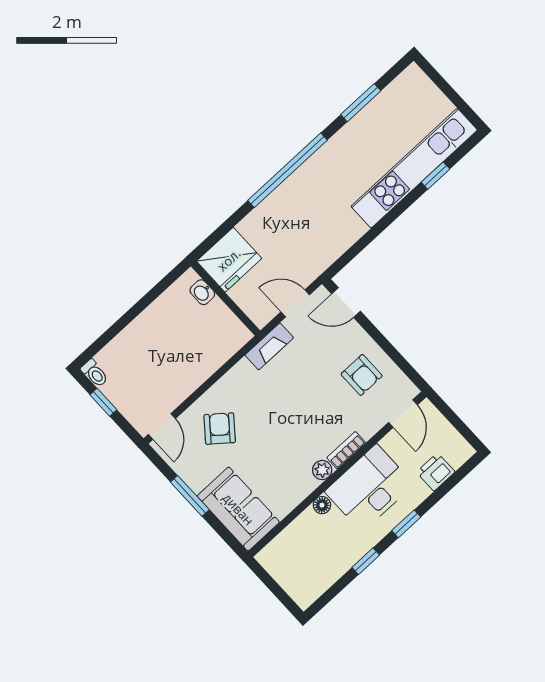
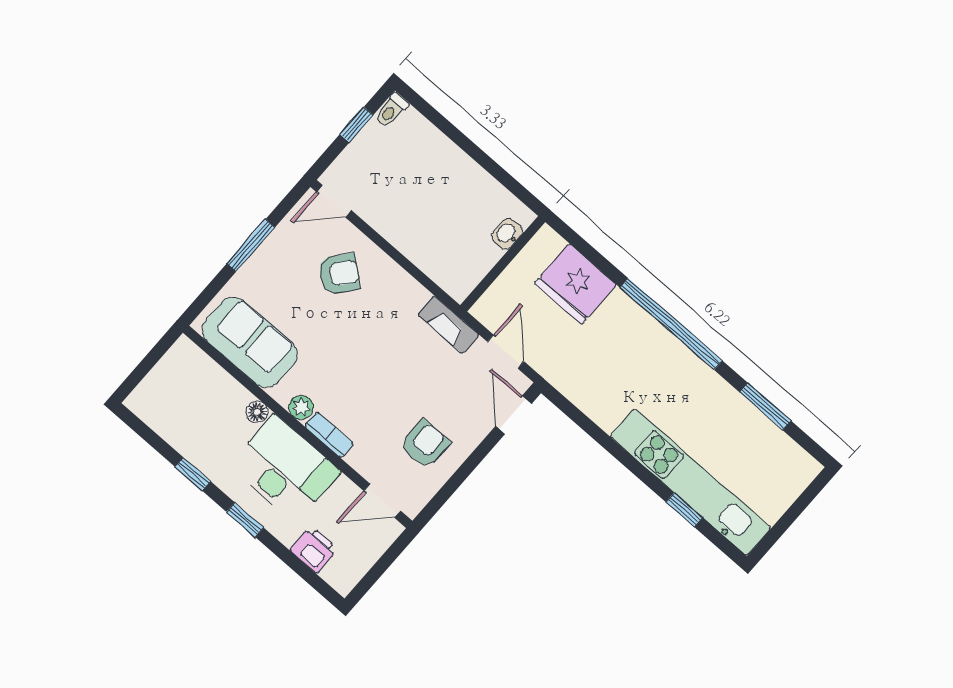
fridge: (229, 260) -> (575, 284), moved
armchair: (362, 375) -> (425, 444), turned 180
sofa: (238, 509) -> (250, 342), moved, turned -90

